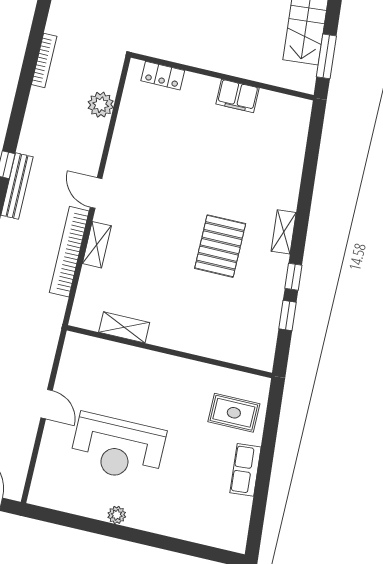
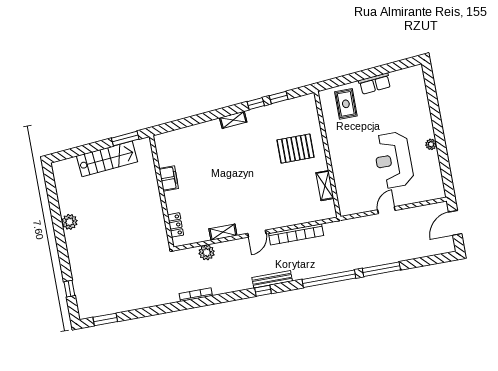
shelving: (97, 245) -> (223, 232), moved
pallet: (220, 246) -> (296, 149), moved
reception desk: (118, 448) -> (393, 160), turned 180

